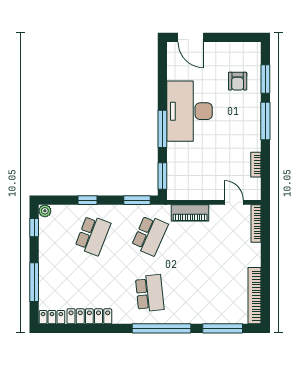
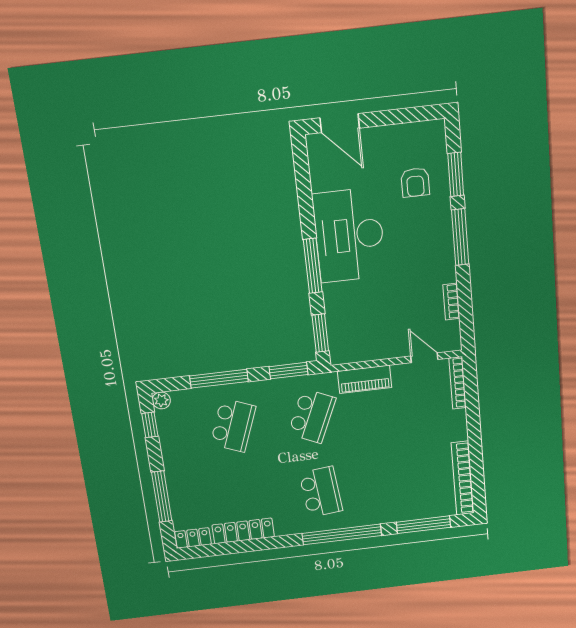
window: (88, 200) -> (219, 379), width x2.17

